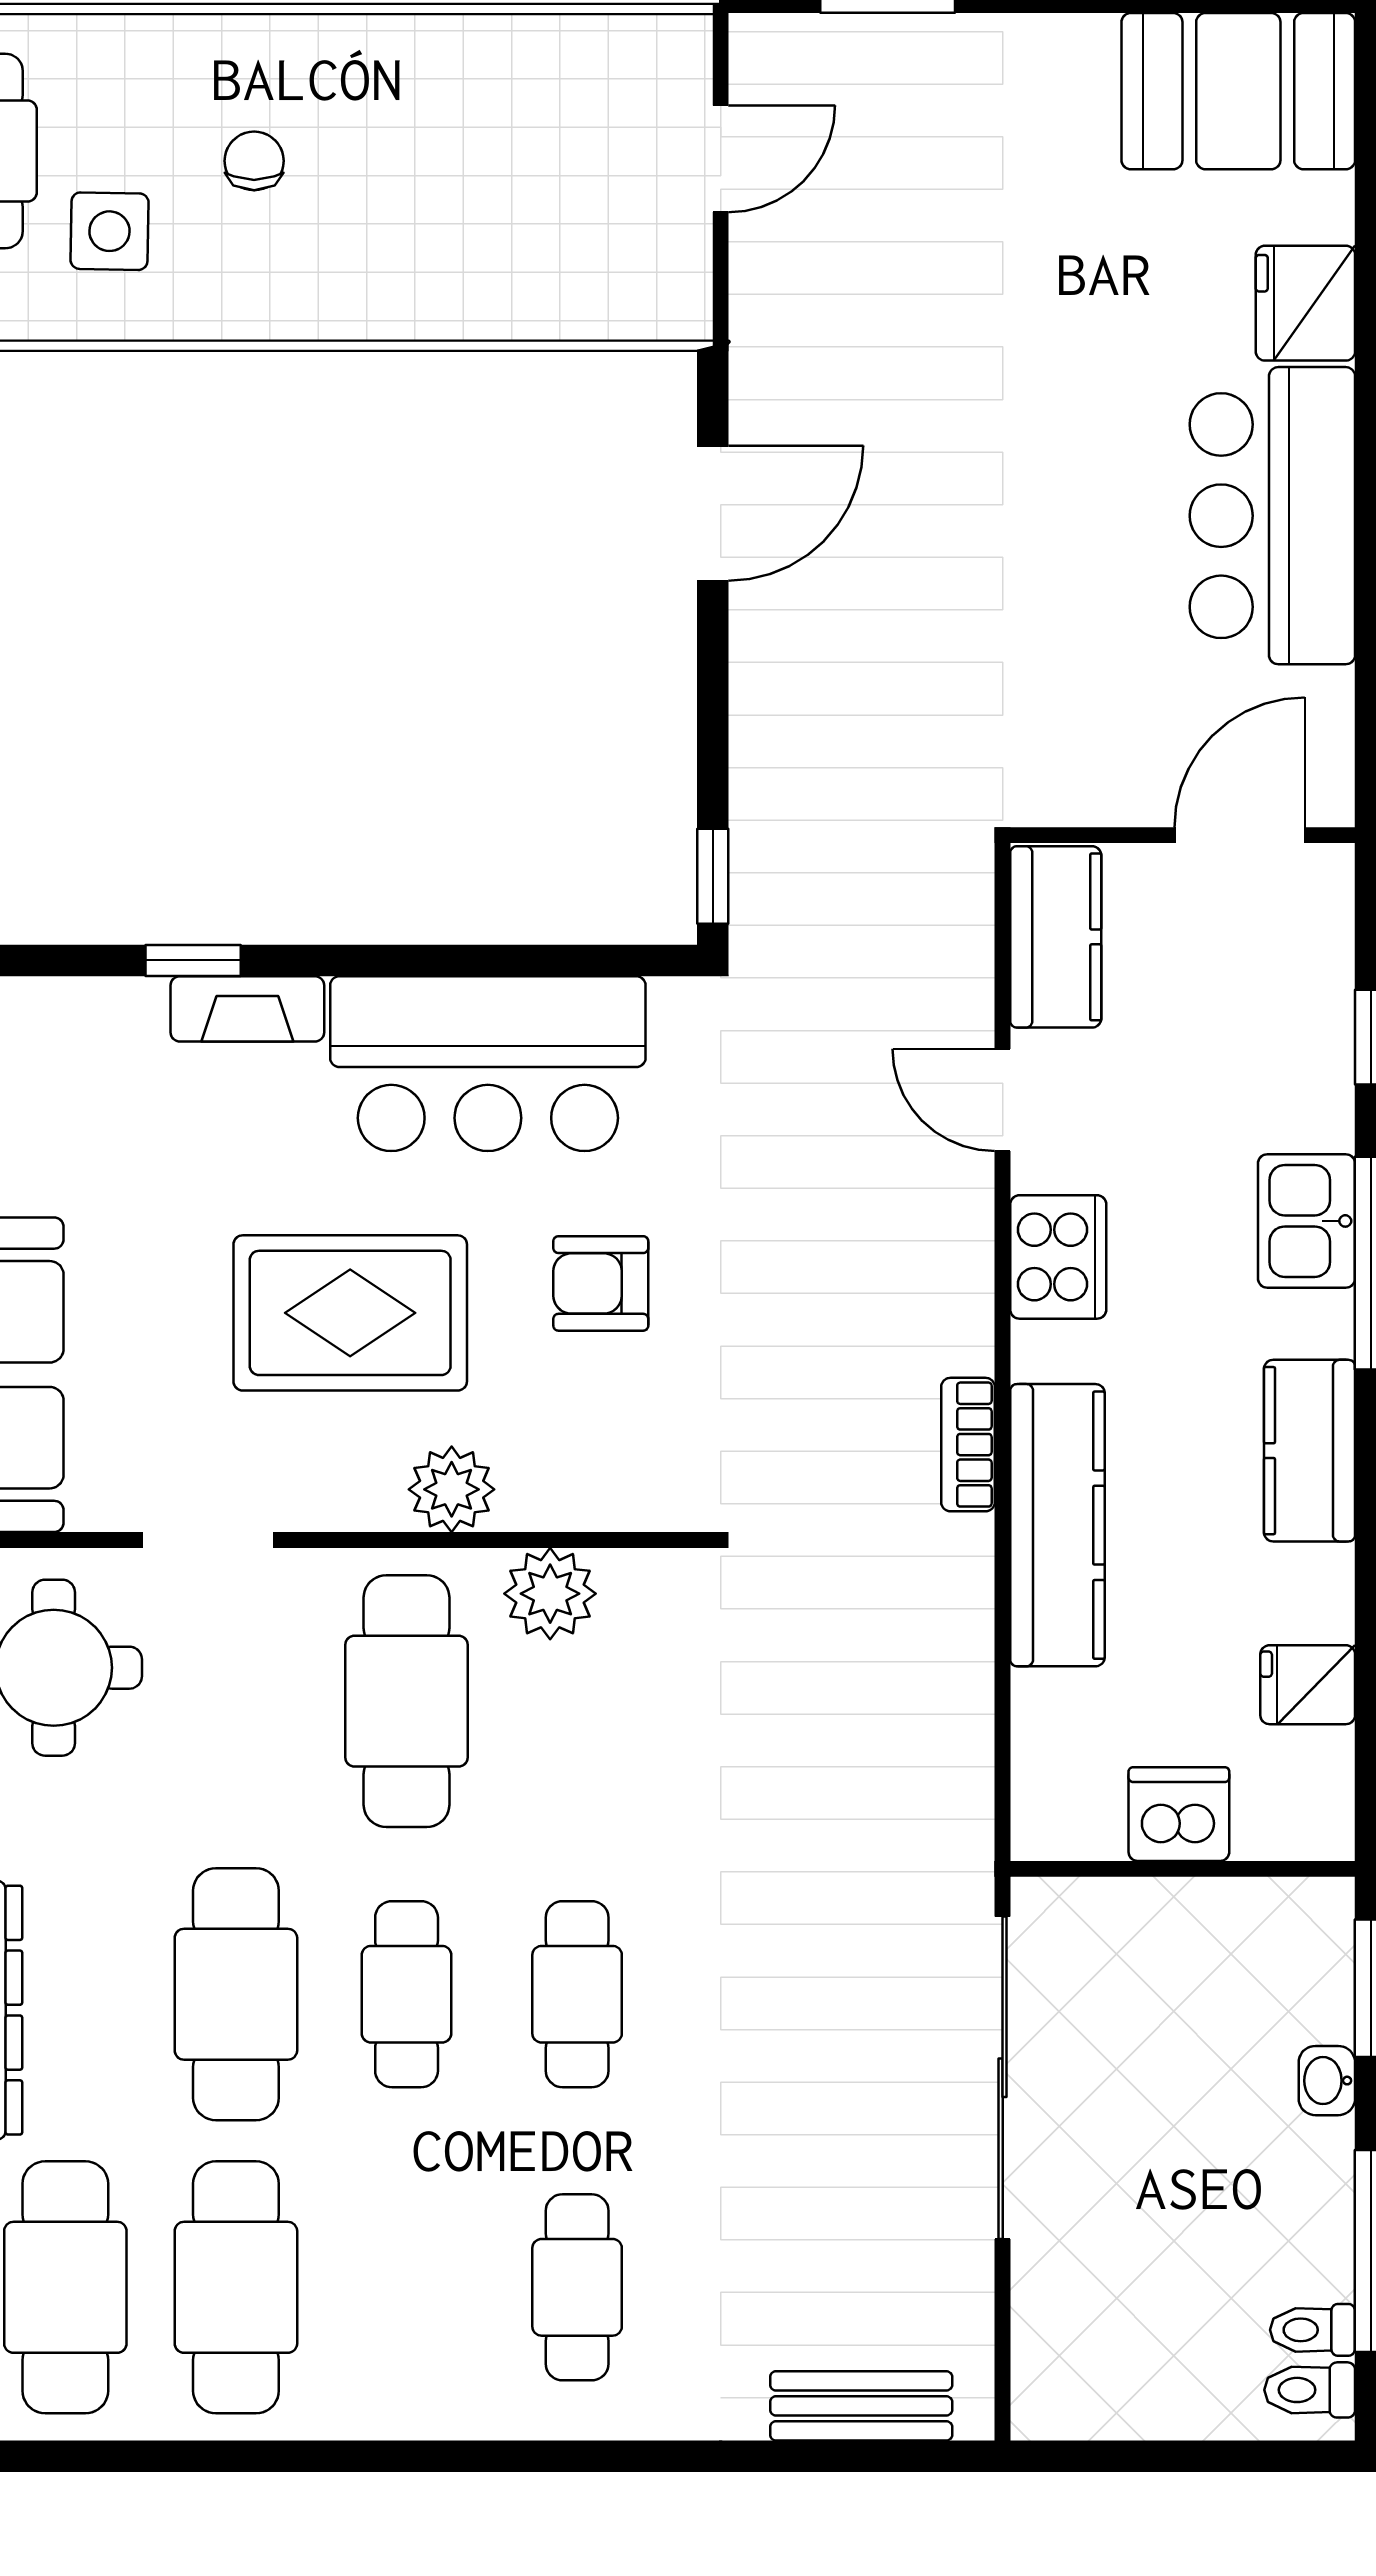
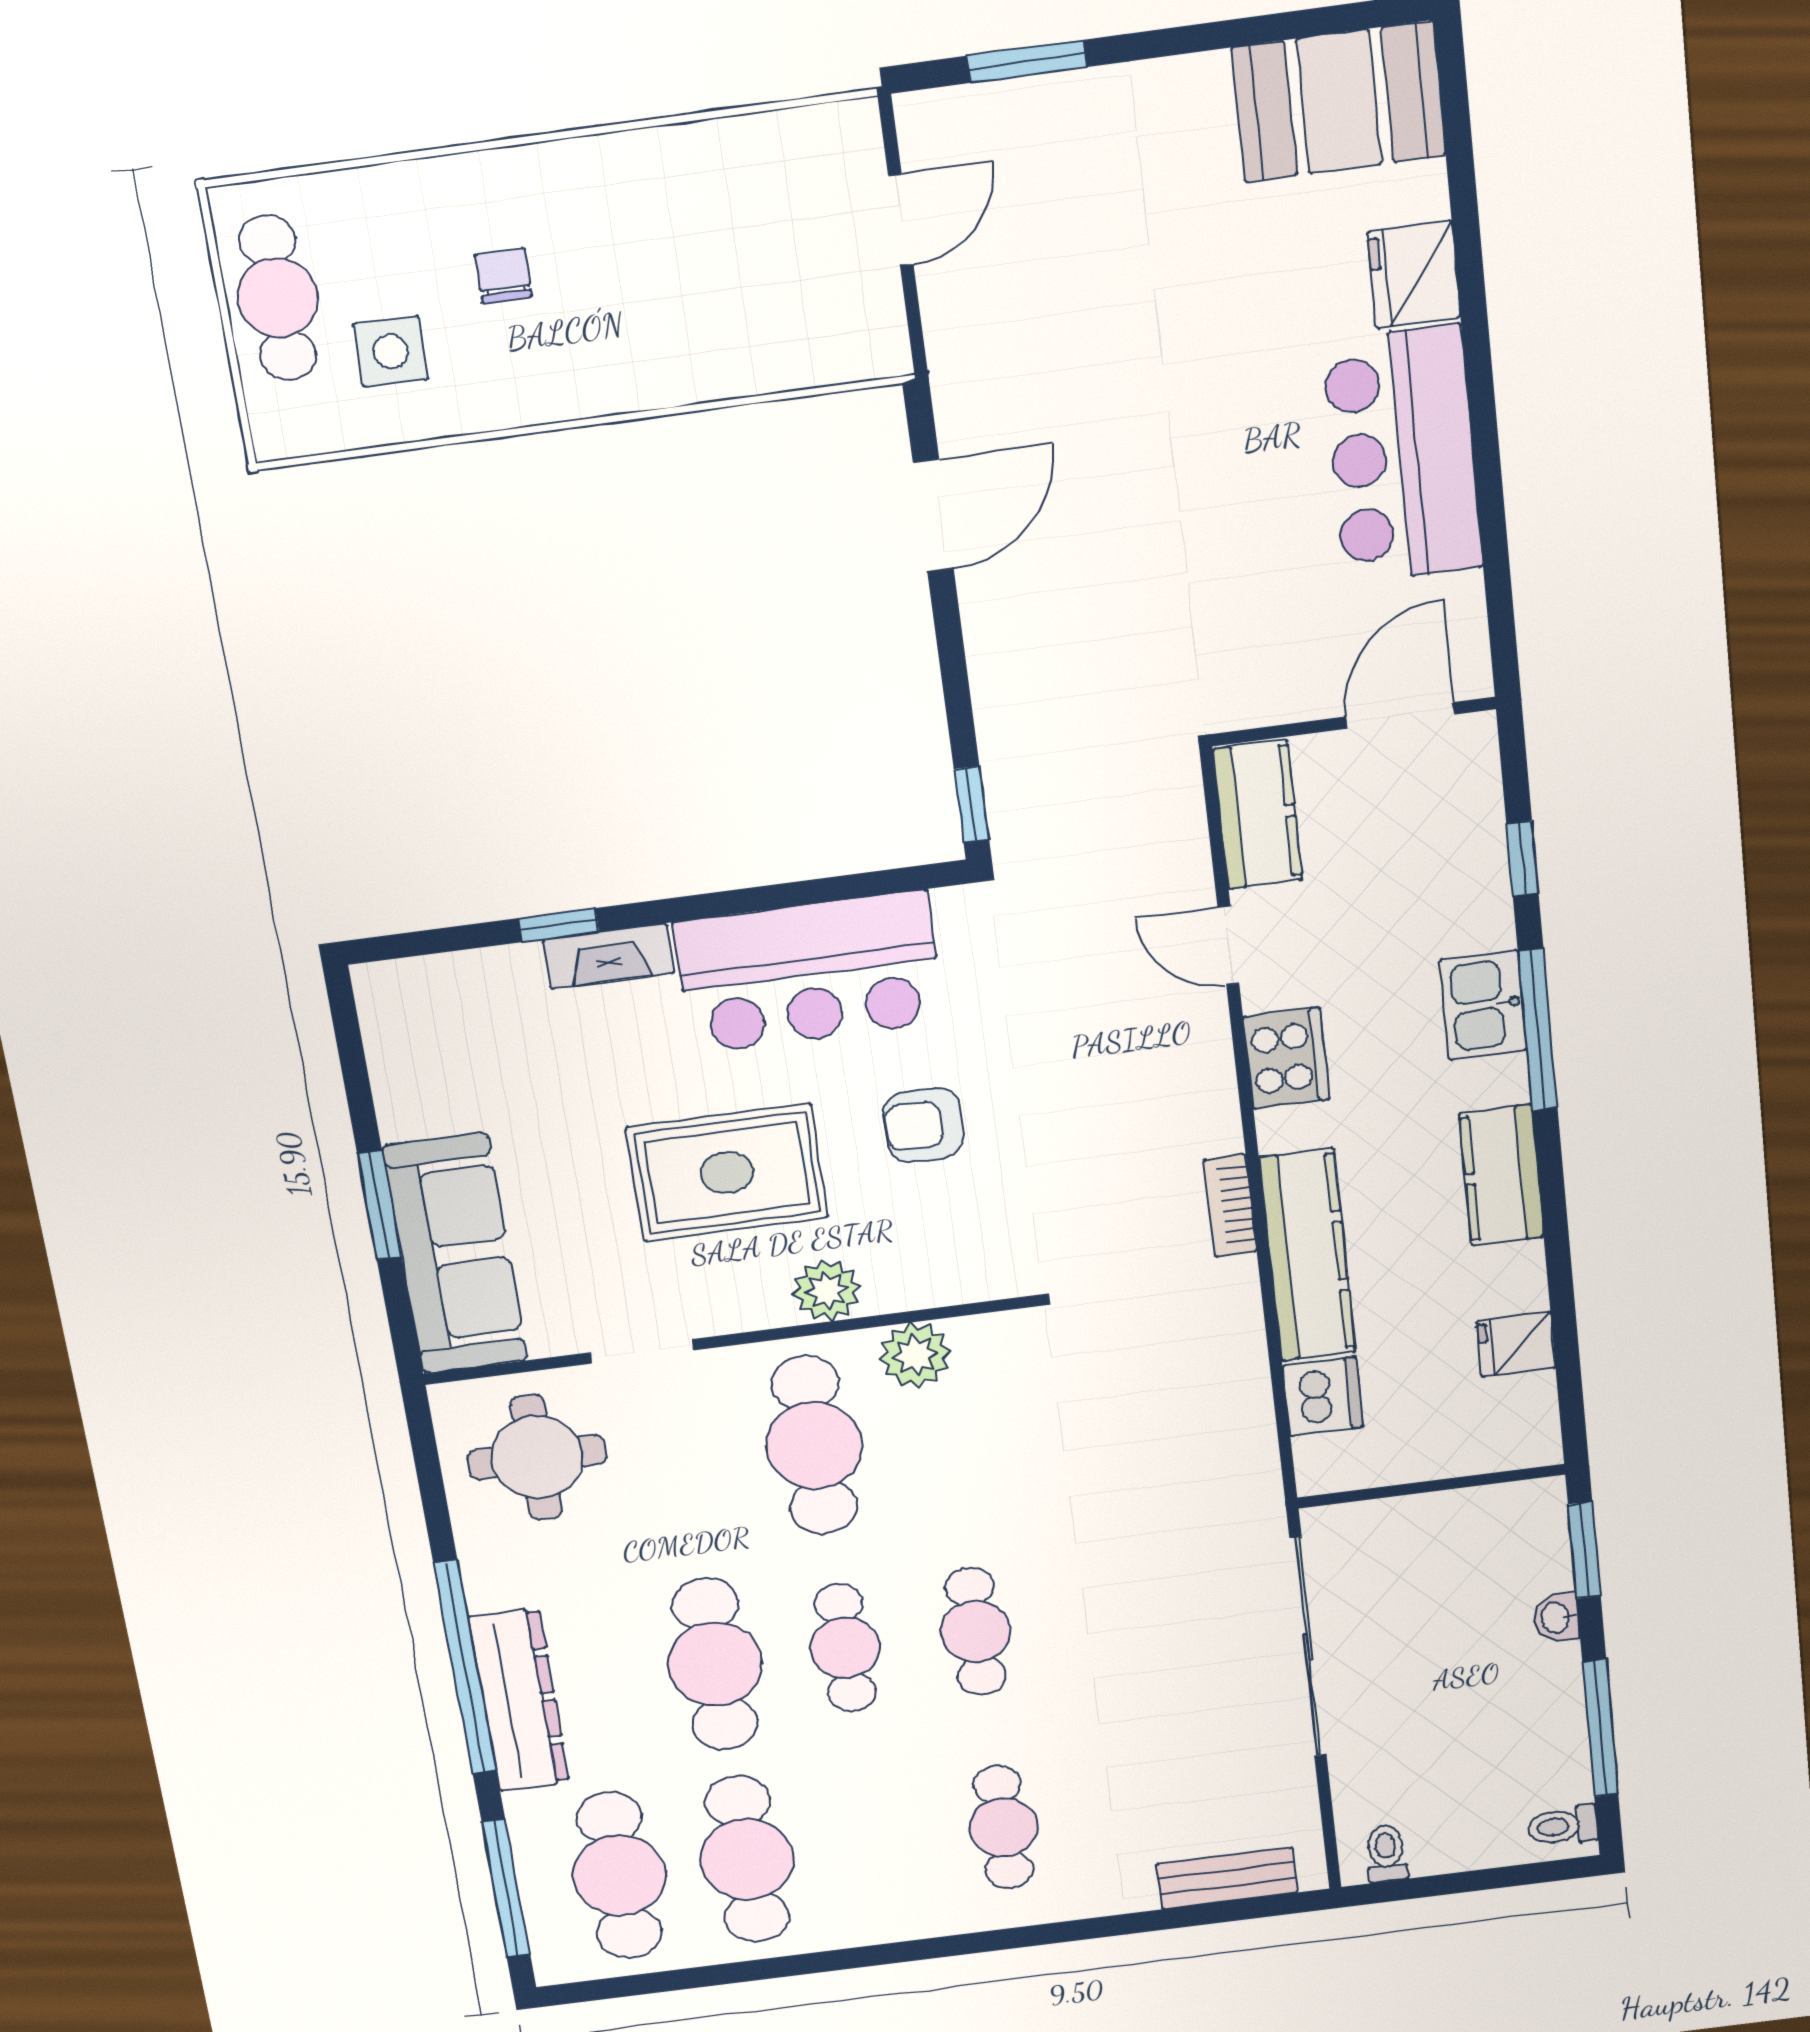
dishwasher: (1179, 1814) -> (1323, 1396), moved, turned 90
toilet: (1313, 2330) -> (1386, 1853), moved, turned 90

